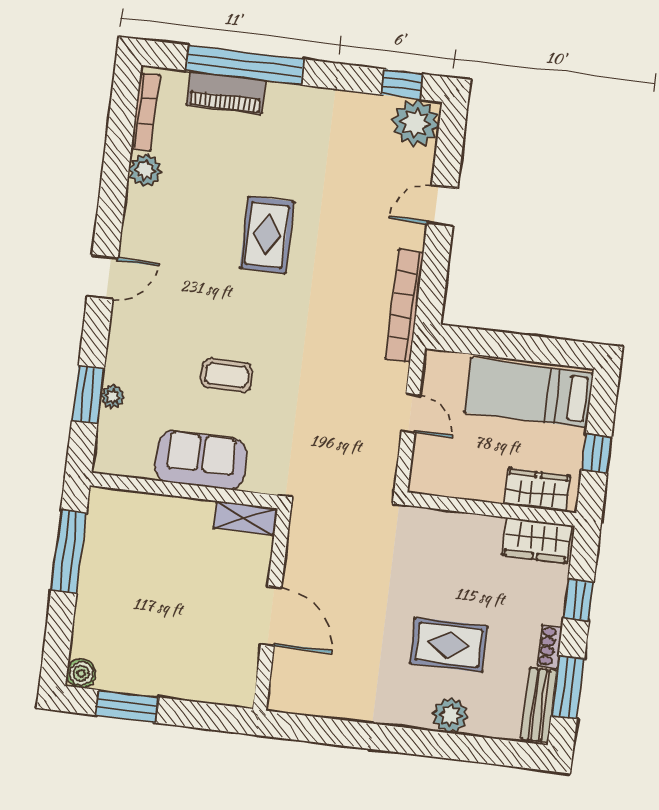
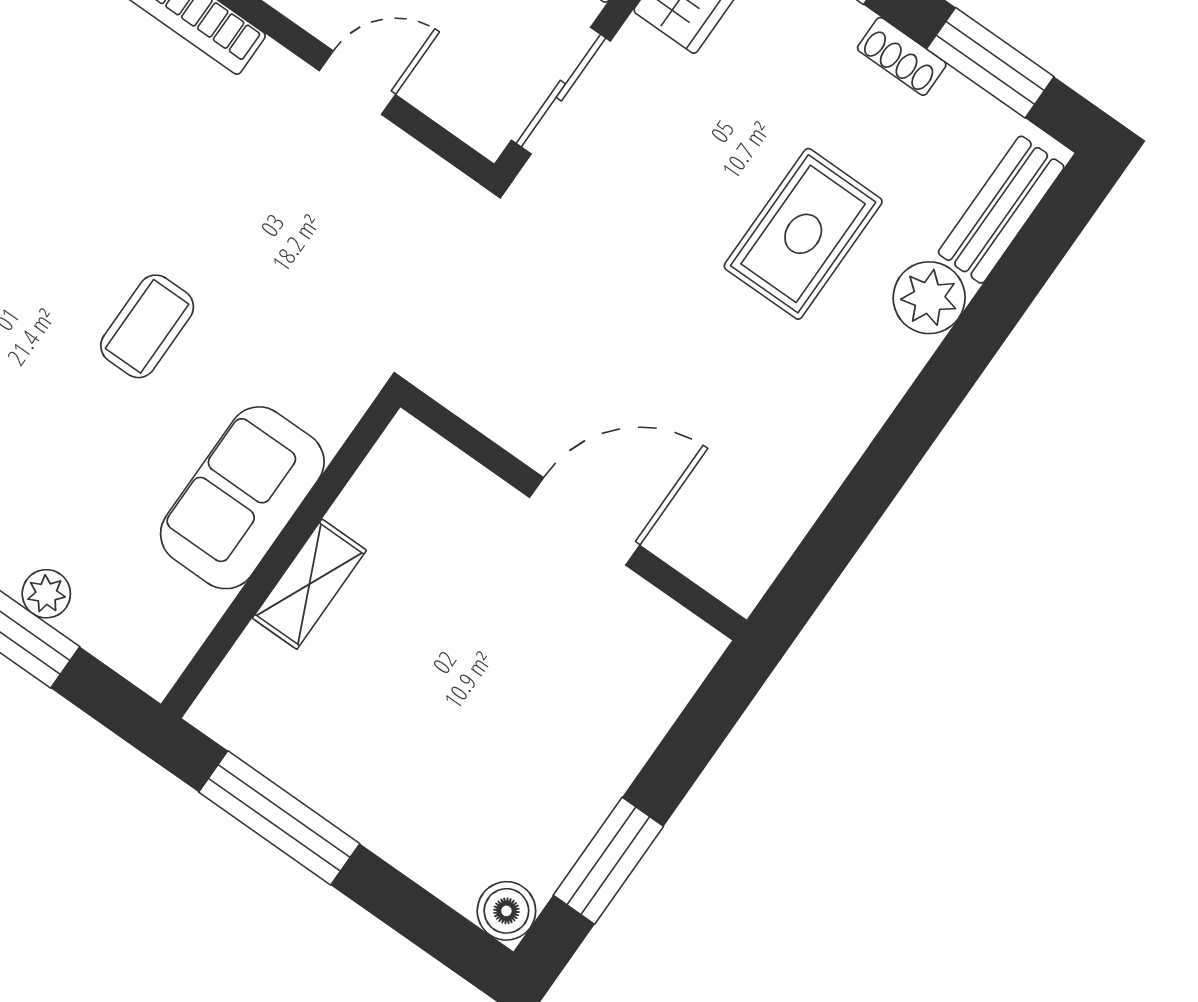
coffee table: (227, 375) -> (147, 326), moved
sliding door: (455, 505) -> (561, 91), added
shelving: (245, 518) -> (309, 584), moved
bench: (539, 705) -> (1001, 210), moved, turned 90

